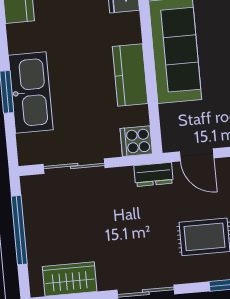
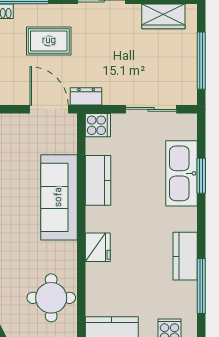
door: (197, 155) -> (49, 109), width x1.38

